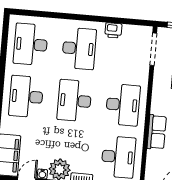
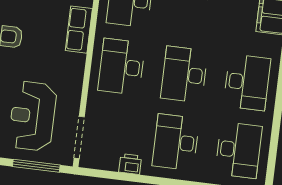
desk: (75, 101) -> (184, 75), turned 180

